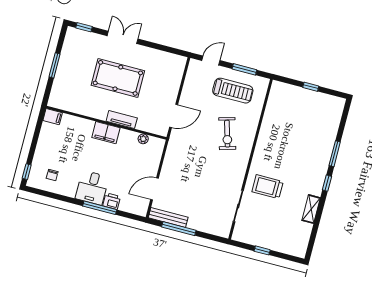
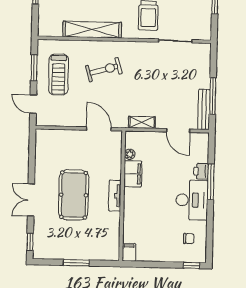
treadmill: (233, 91) -> (59, 74), turned 180
tv unit: (122, 120) -> (115, 196), moved
shelving: (267, 132) -> (92, 30), added
filing cabinet: (106, 133) -> (133, 174), moved
shelving: (170, 157) -> (142, 122), added
desk: (92, 188) -> (192, 200), width x1.37

